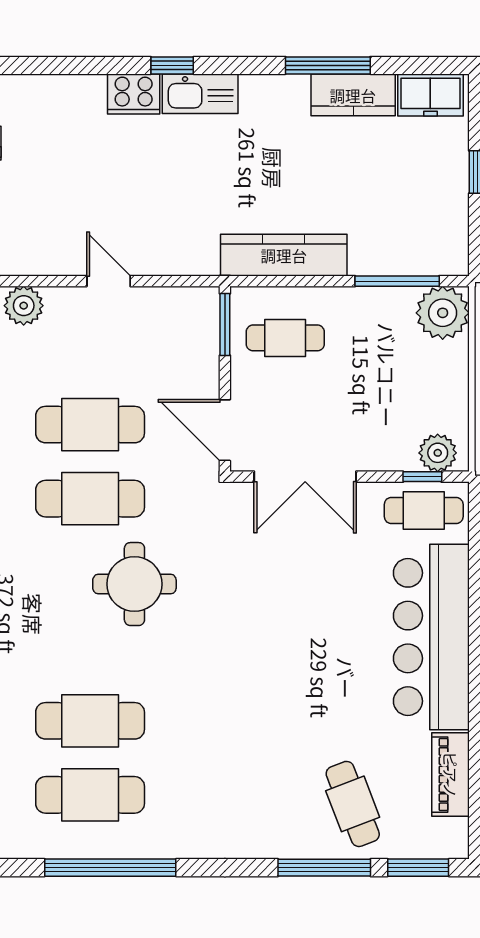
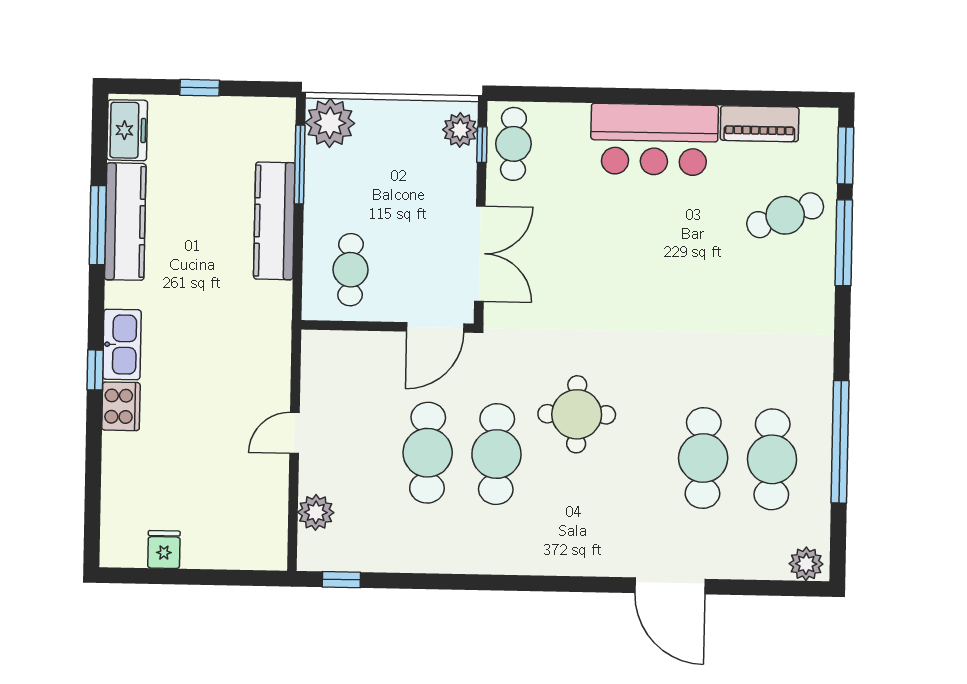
kitchen counter: (353, 95) -> (125, 222), width x1.50
kitchen counter: (284, 255) -> (274, 221), moved
window: (225, 324) -> (337, 326), removed
bar counter: (431, 637) -> (654, 140), width x0.73

